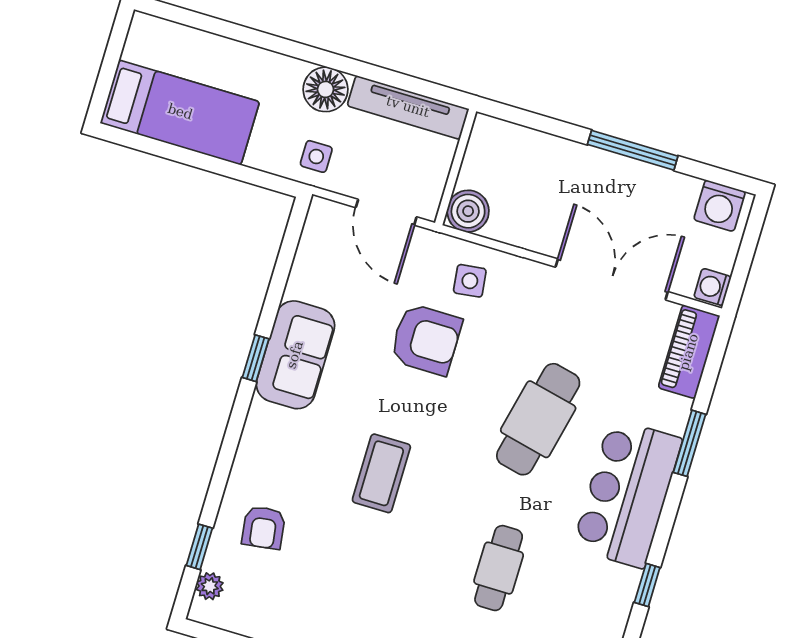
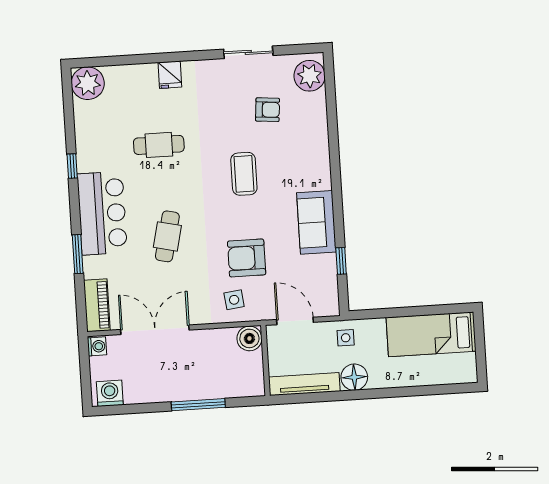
window: (633, 150) -> (198, 405), moved
double door: (612, 279) -> (155, 330), swing flipped
window: (256, 358) -> (341, 261), moved
cafe table: (538, 419) -> (167, 236), width x0.73, depth x0.74
armchair: (264, 527) -> (268, 110), moved, turned 103
window: (199, 547) -> (331, 95), removed
cafe table: (499, 568) -> (159, 145), turned 90
plant: (210, 586) -> (310, 76), width x1.87, depth x1.87

